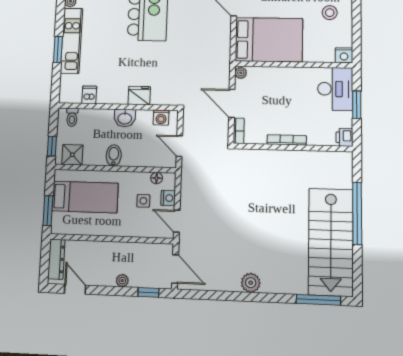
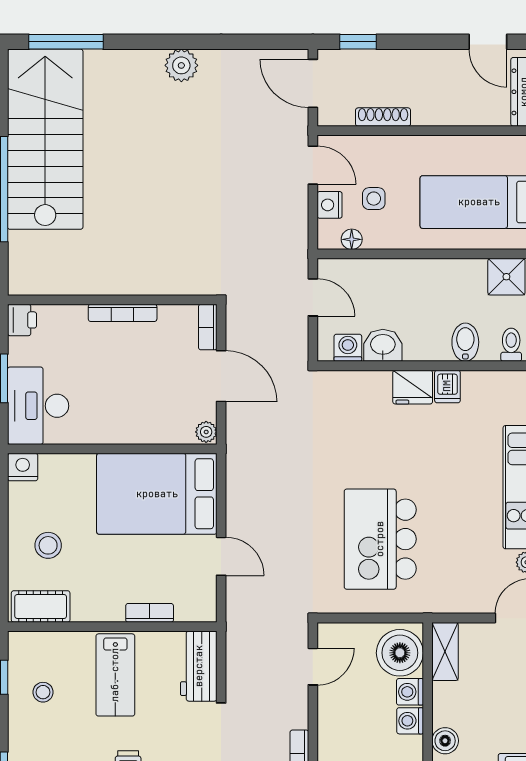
dishwasher: (89, 95) -> (447, 386), moved
fridge: (139, 96) -> (413, 387), moved
washbasin: (125, 118) -> (383, 345), moved
bidet: (114, 155) -> (465, 342), moved, turned 180
shoe rack: (136, 248) -> (383, 117), added
plant: (122, 281) -> (405, 60), removed

